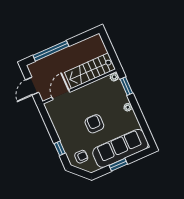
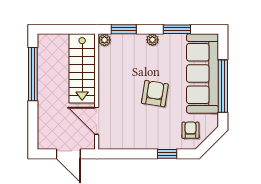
window: (51, 51) -> (33, 74), moved
window: (141, 120) -> (177, 29), added
armchair: (94, 124) -> (155, 94), turned 99
window: (118, 165) -> (223, 86), width x2.11

